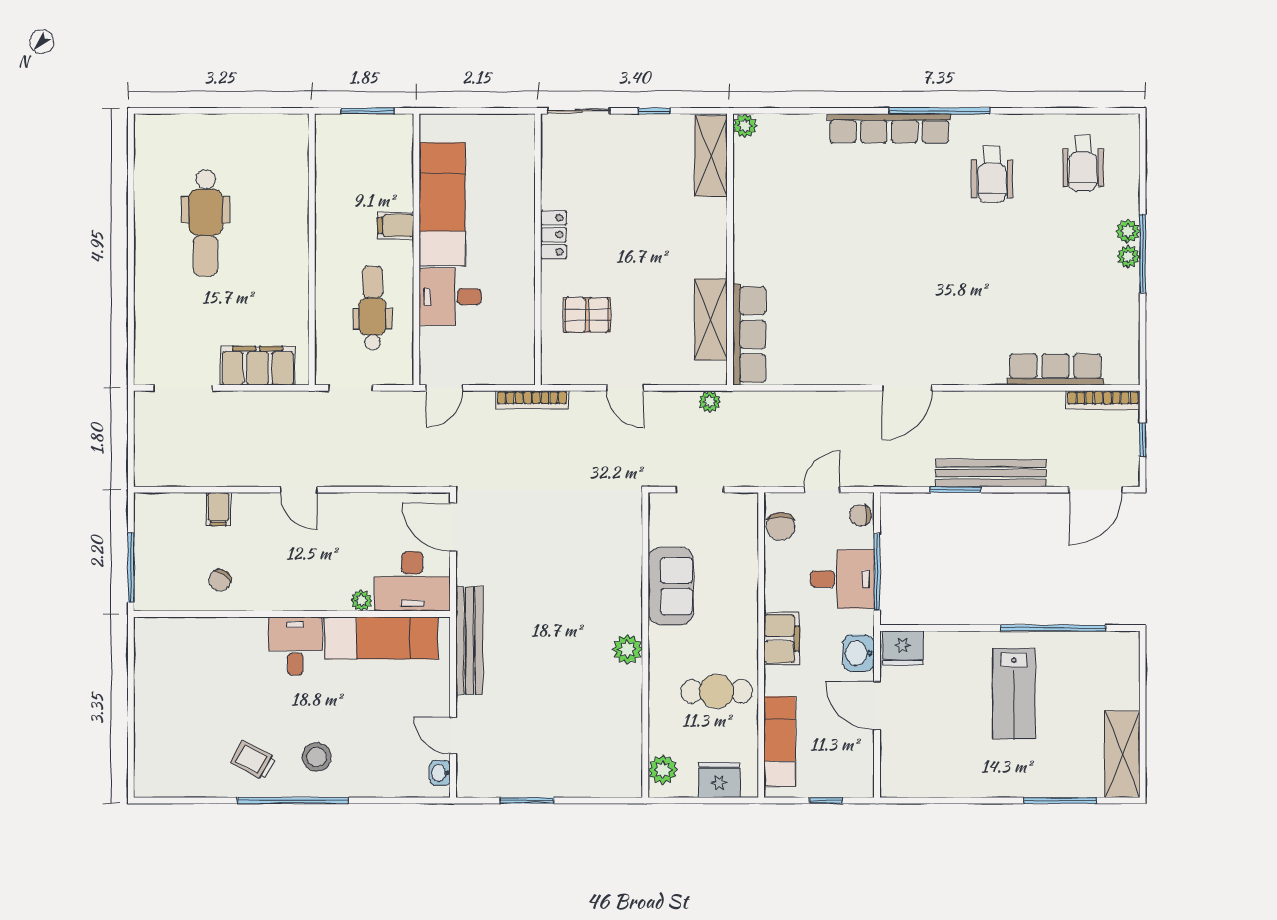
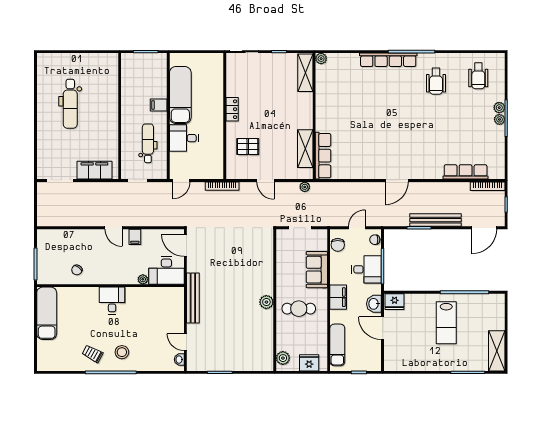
filing cabinet: (218, 509) -> (135, 237), moved
sofa: (671, 586) -> (317, 270), moved, turned 180
exam couch: (381, 638) -> (47, 313), moved, turned -90
cafe table: (717, 691) -> (299, 309), moved

